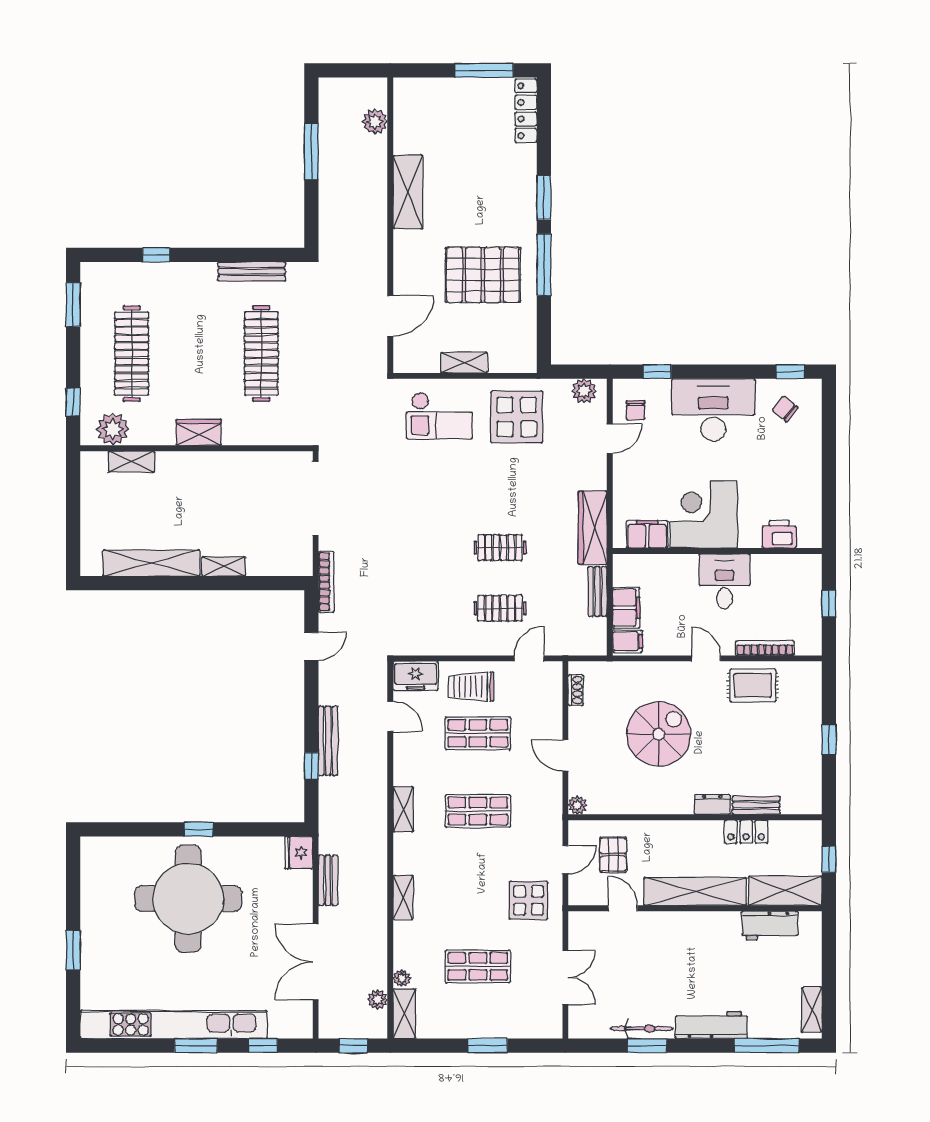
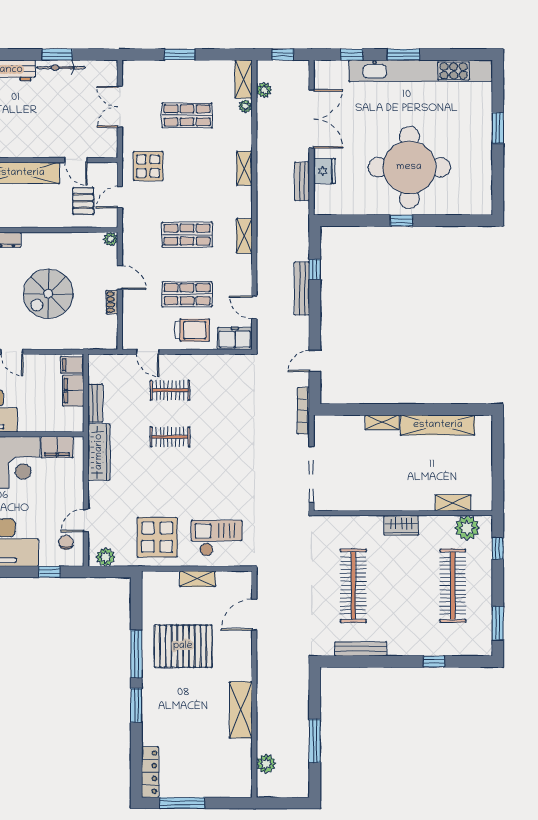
door: (529, 658) -> (148, 352), hinge flipped
shoe rack: (576, 690) -> (112, 302), moved
fridge: (299, 853) -> (324, 171), moved

